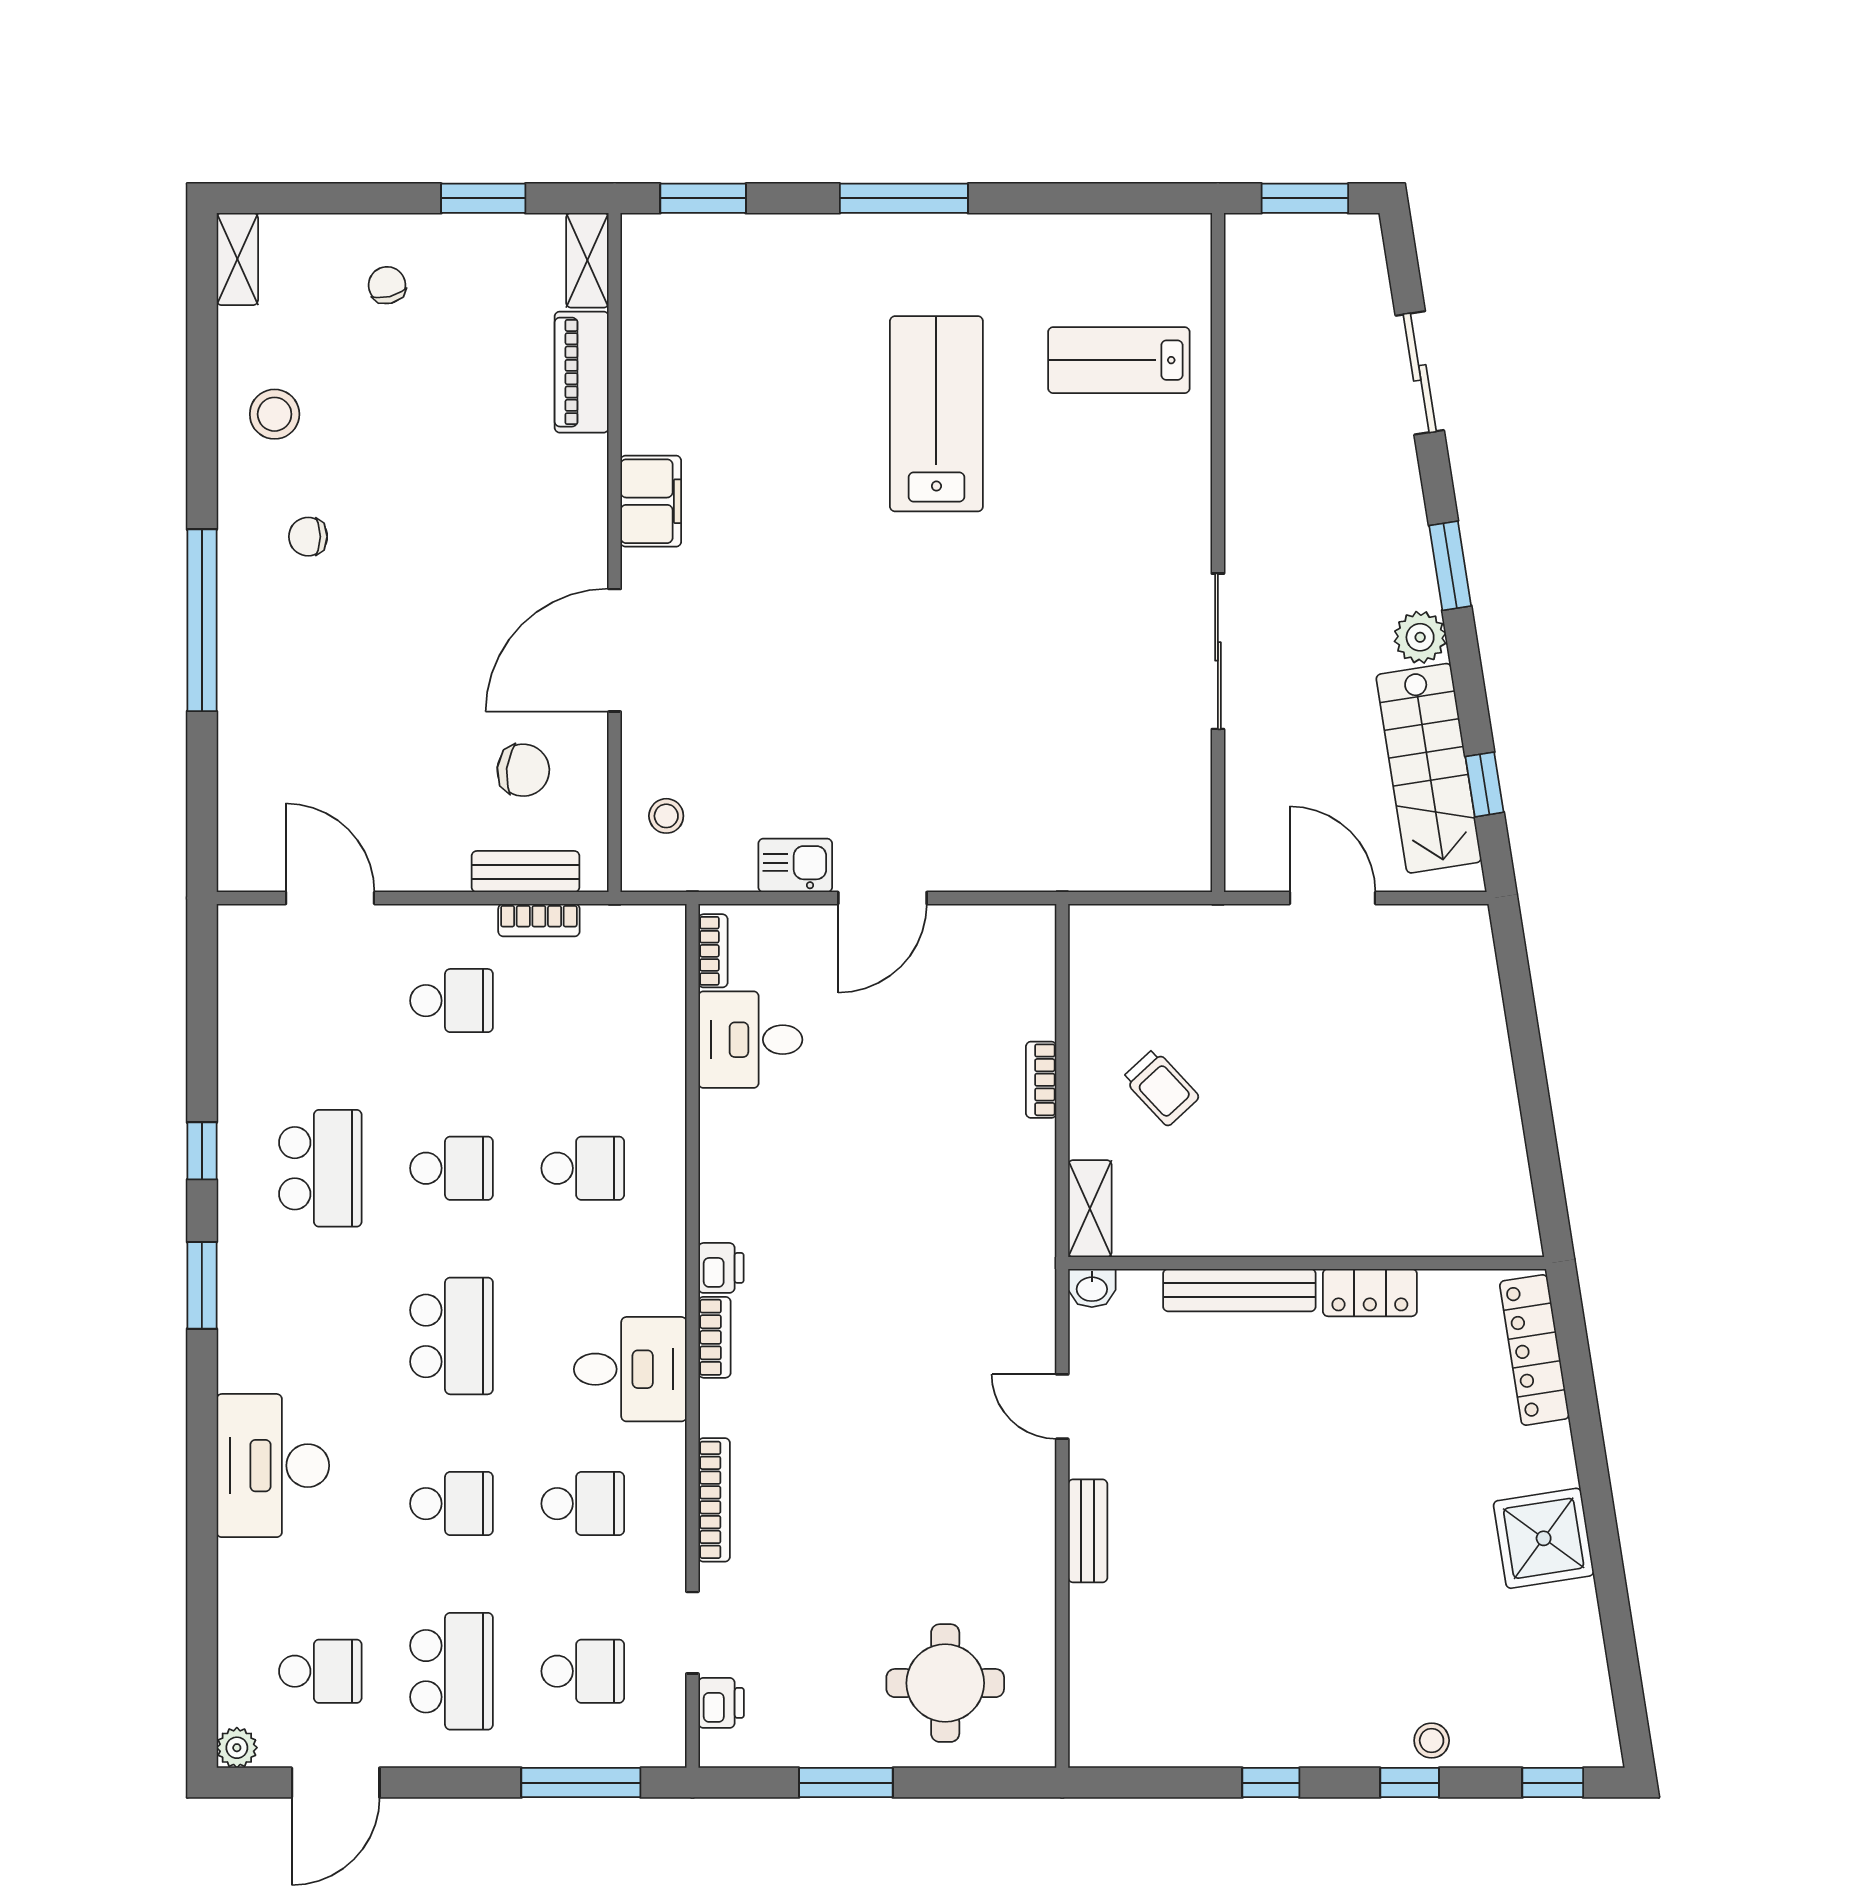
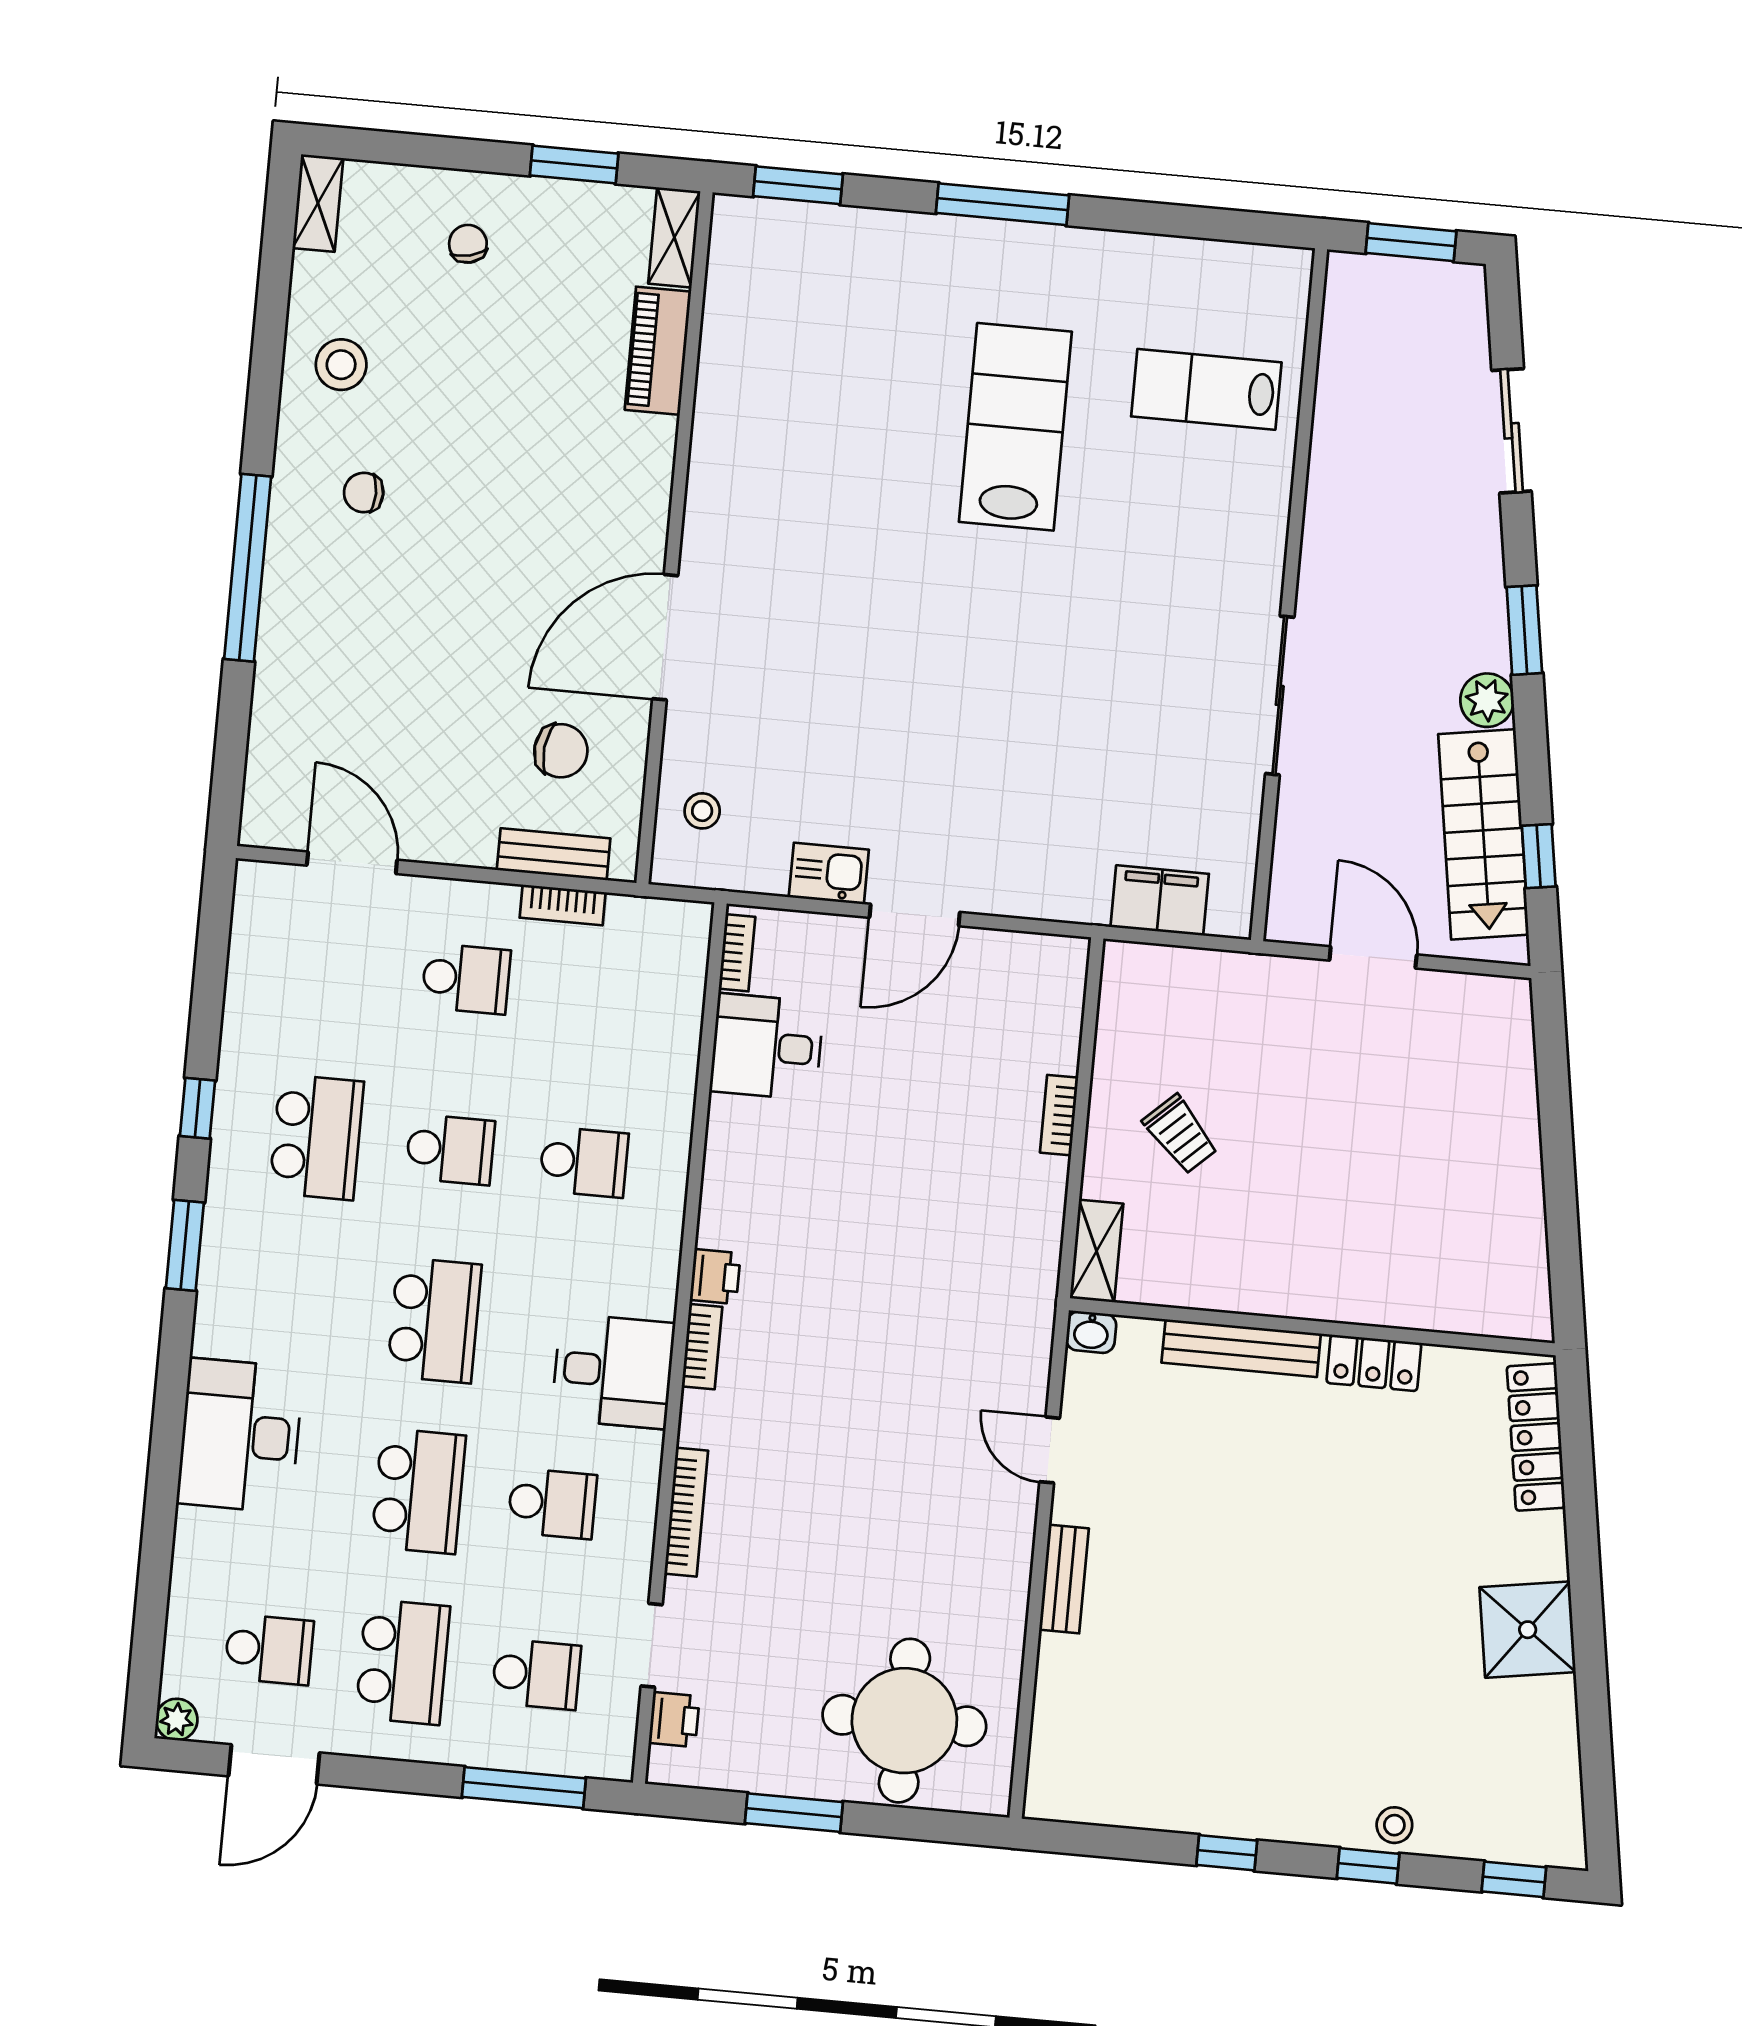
filing cabinet: (651, 501) -> (1160, 900), moved, turned -90
school desk: (452, 1504) -> (418, 1491), width x1.85
round table: (945, 1683) -> (904, 1721), width x1.36, depth x1.36

